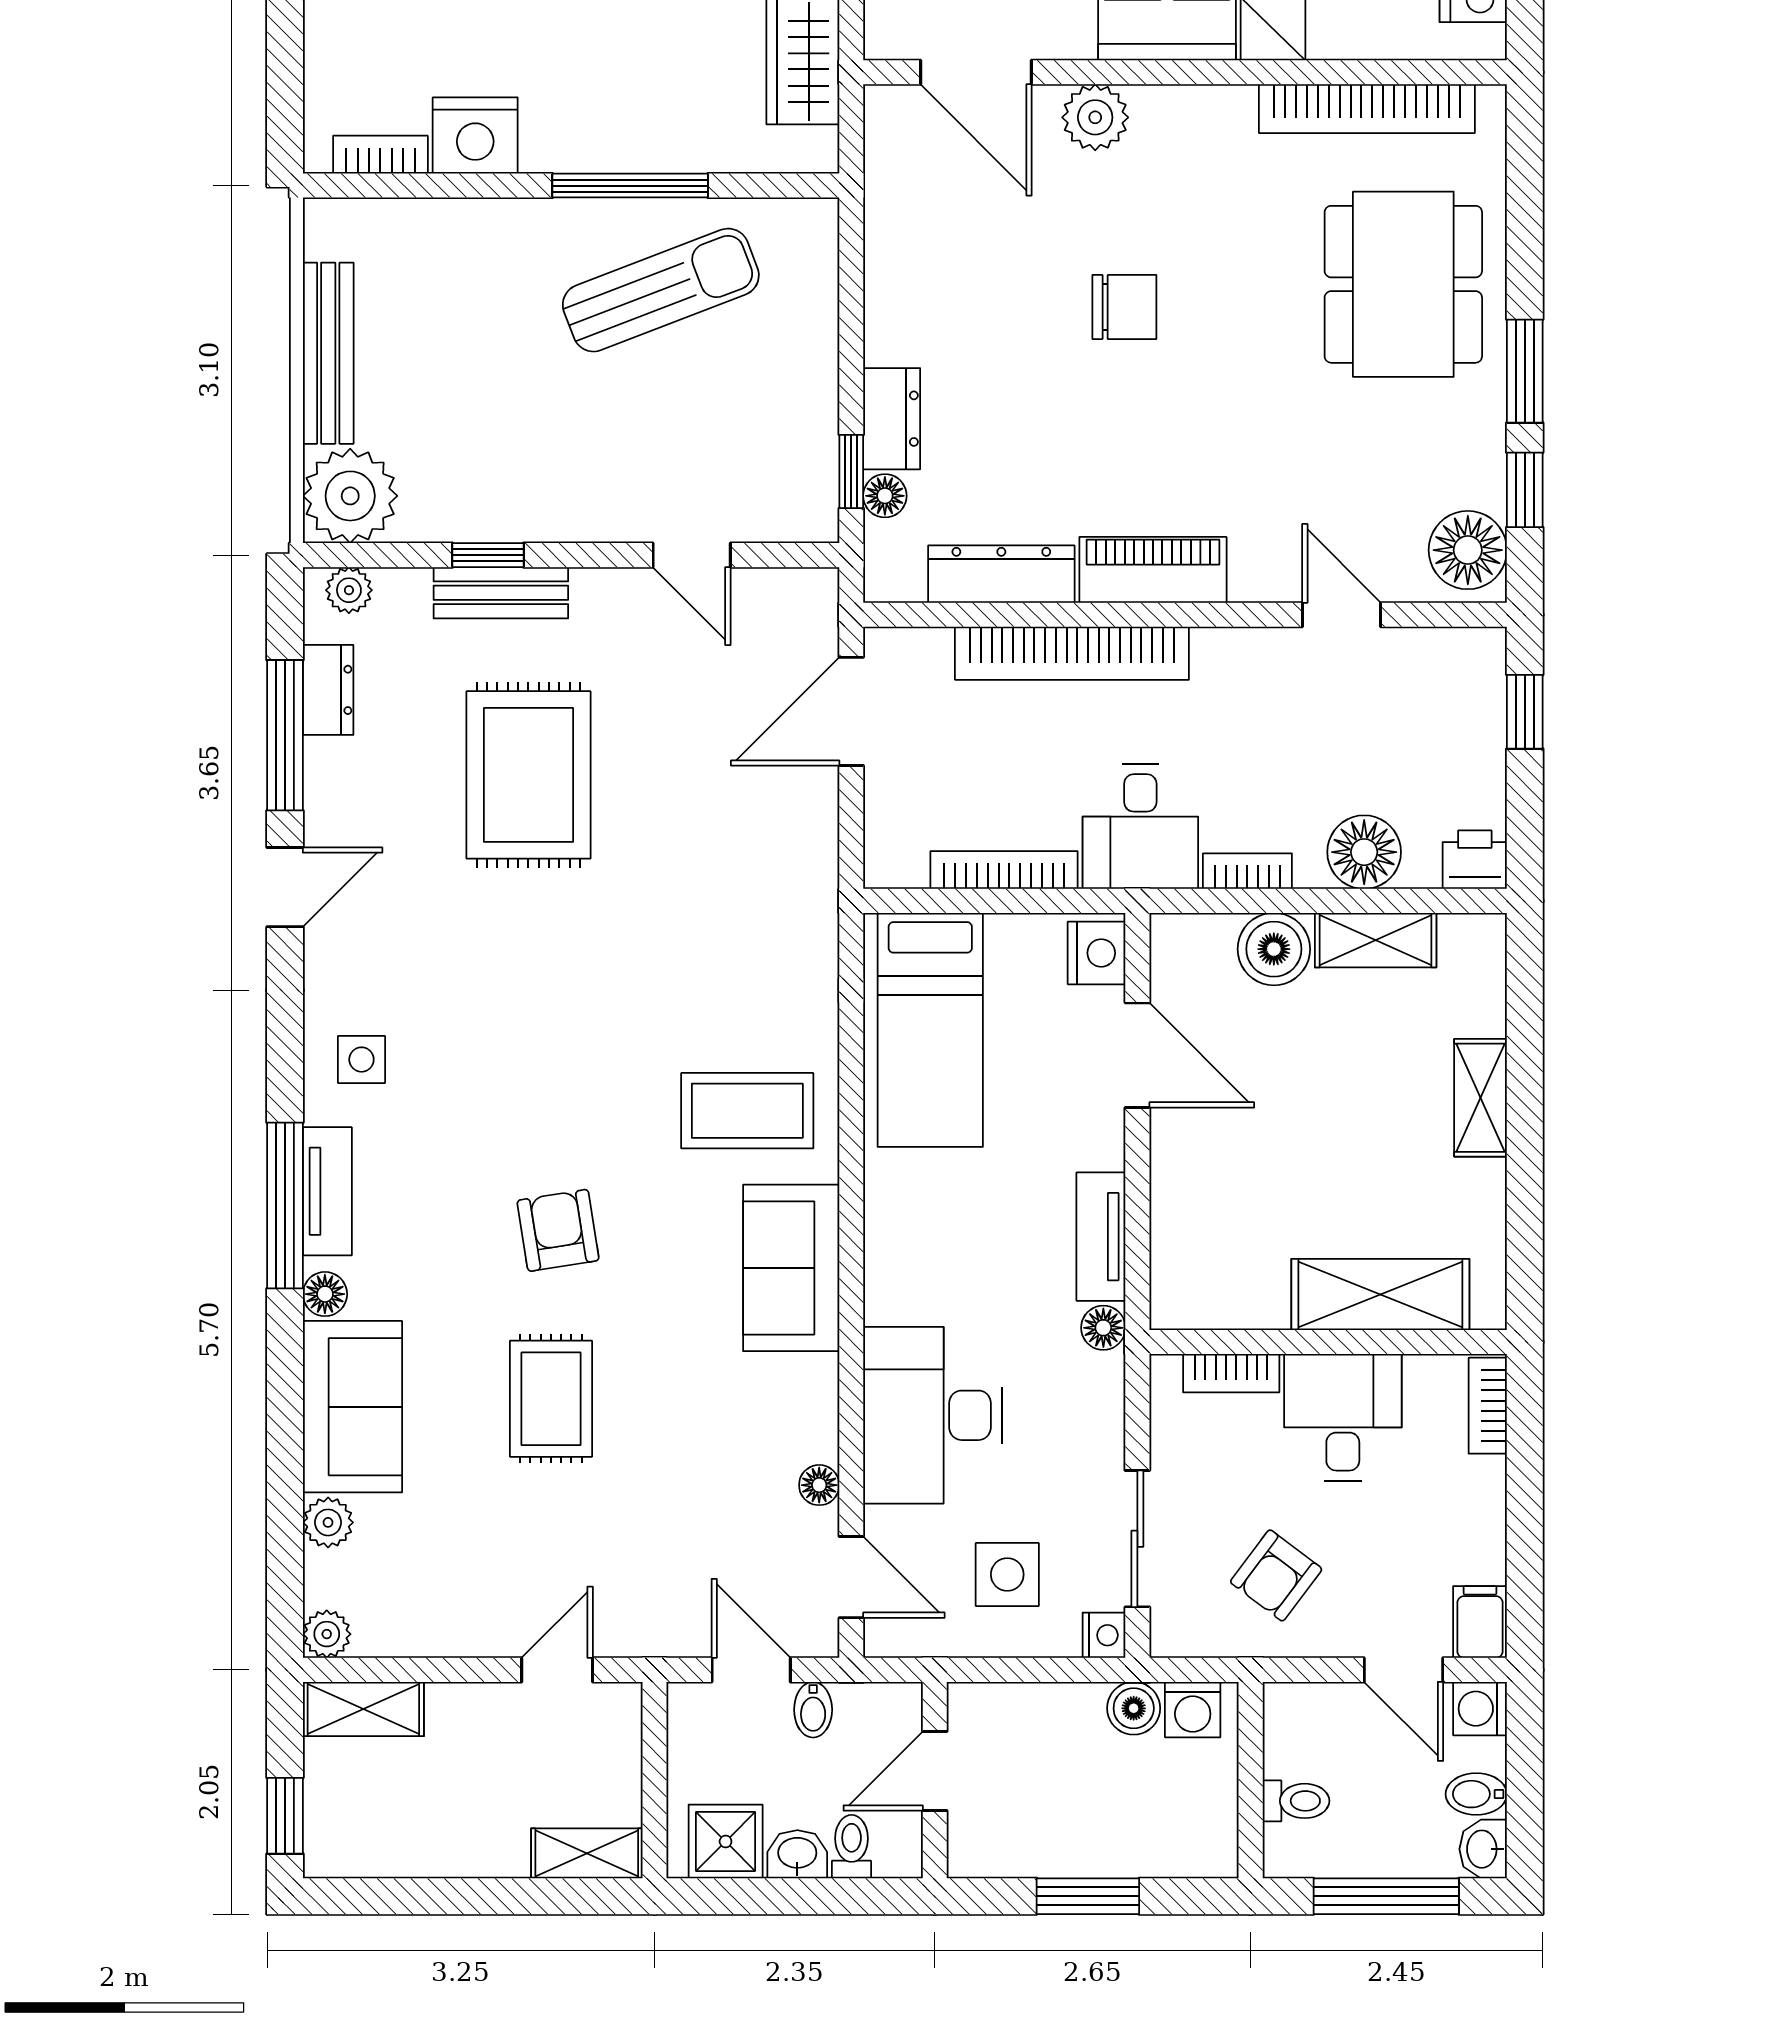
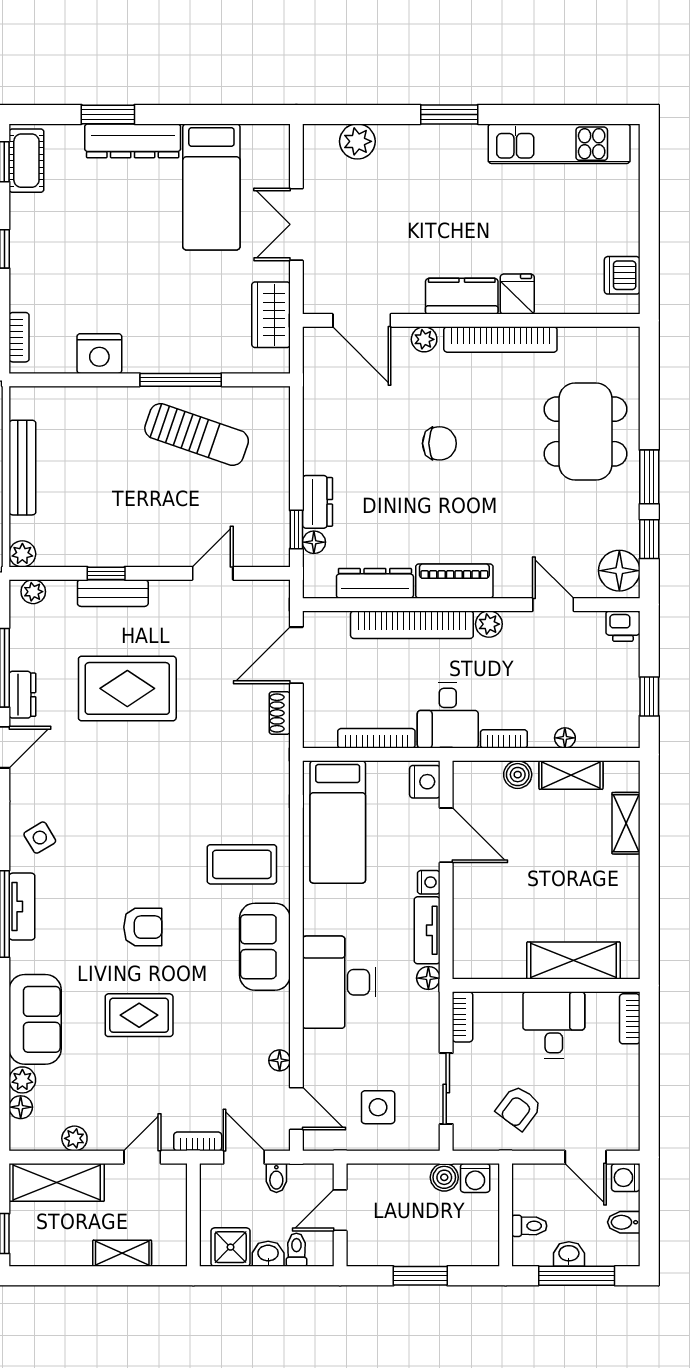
bookcase: (1367, 109) -> (500, 340), moved
plant: (1095, 117) -> (424, 339), width x0.73, depth x0.73
bookcase: (380, 155) -> (19, 337), moved, turned 90
sun lounger: (661, 290) -> (197, 435), turned 40
plant: (350, 496) -> (22, 554), width x0.53, depth x0.53
door: (692, 555) -> (213, 573), swing flipped
plant: (1219, 652) -> (489, 624), added
dresser: (328, 690) -> (22, 695), moved
window: (1525, 712) -> (649, 696), moved
rug: (528, 775) -> (127, 688), turned 90
shoe rack: (819, 822) -> (280, 713), added
floor lamp: (1364, 852) -> (565, 738), width x0.53, depth x0.53
printer: (1475, 860) -> (623, 626), moved, turned 180
boiler: (1274, 949) -> (518, 775), width x0.73, depth x0.73
side table: (361, 1060) -> (40, 838), turned -31
shelving: (1481, 1098) -> (626, 823), moved
armchair: (558, 1230) -> (143, 927), turned 99
floor lamp: (325, 1294) -> (21, 1107), moved
bookcase: (1231, 1373) -> (463, 1017), moved, turned -90
rug: (551, 1399) -> (139, 1015), turned 90
desk: (933, 1415) -> (339, 982), moved
filing cabinet: (1480, 1622) -> (626, 1132), removed
plant: (327, 1634) -> (74, 1138), moved
nightstand: (1104, 1635) -> (429, 882), moved
bookcase: (663, 1640) -> (198, 1141), added
shelving: (363, 1709) -> (57, 1182), width x1.50, depth x1.33
washbasin: (1483, 1849) -> (569, 1254), moved, turned 90
shelving: (587, 1853) -> (122, 1253), moved

